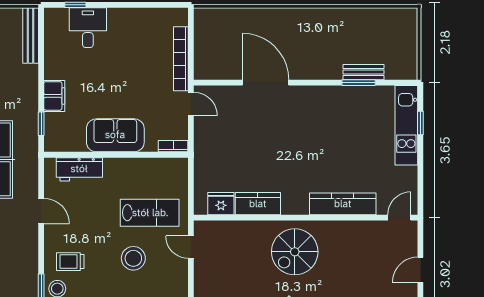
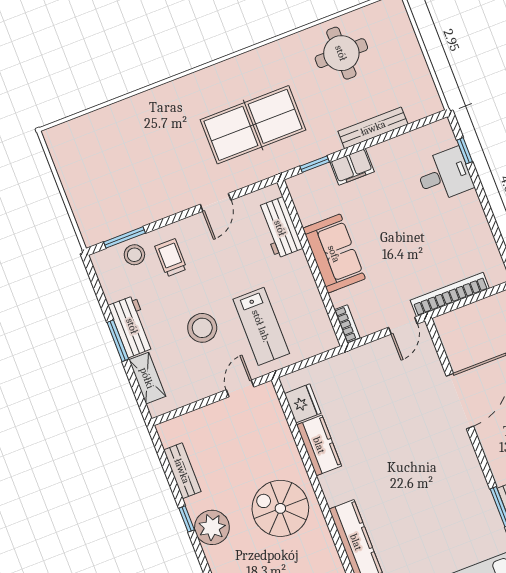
bench: (31, 36) -> (373, 128), moved

